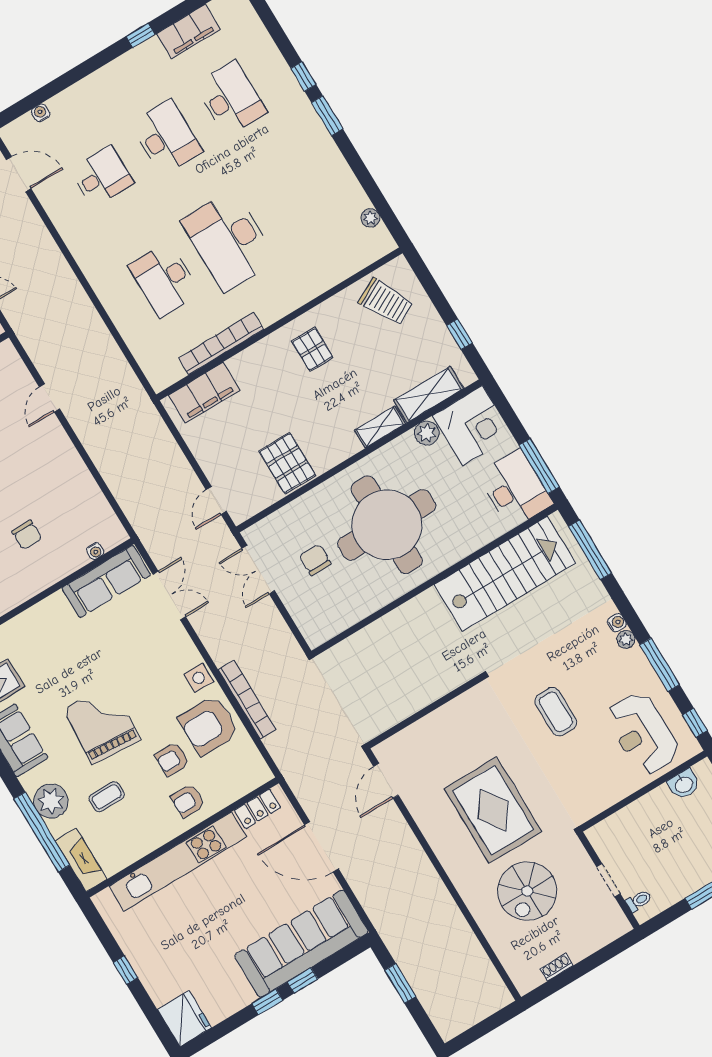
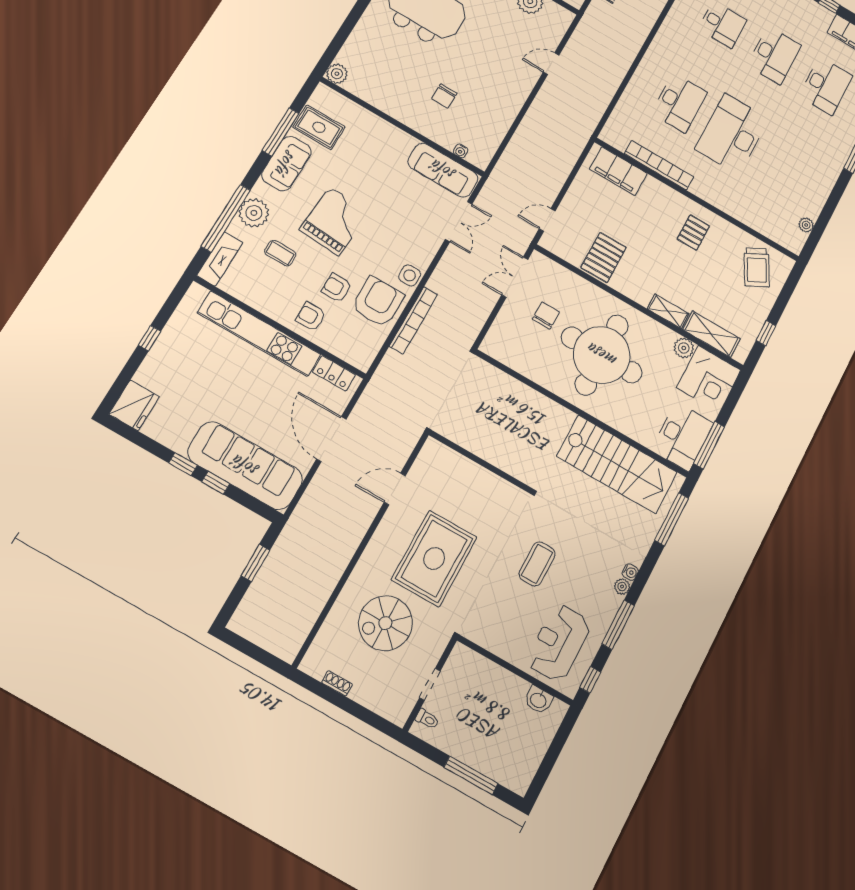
desk: (165, 280) -> (679, 103), turned 180
armchair: (209, 725) -> (378, 302), turned 90
door: (386, 781) -> (395, 489), moved

